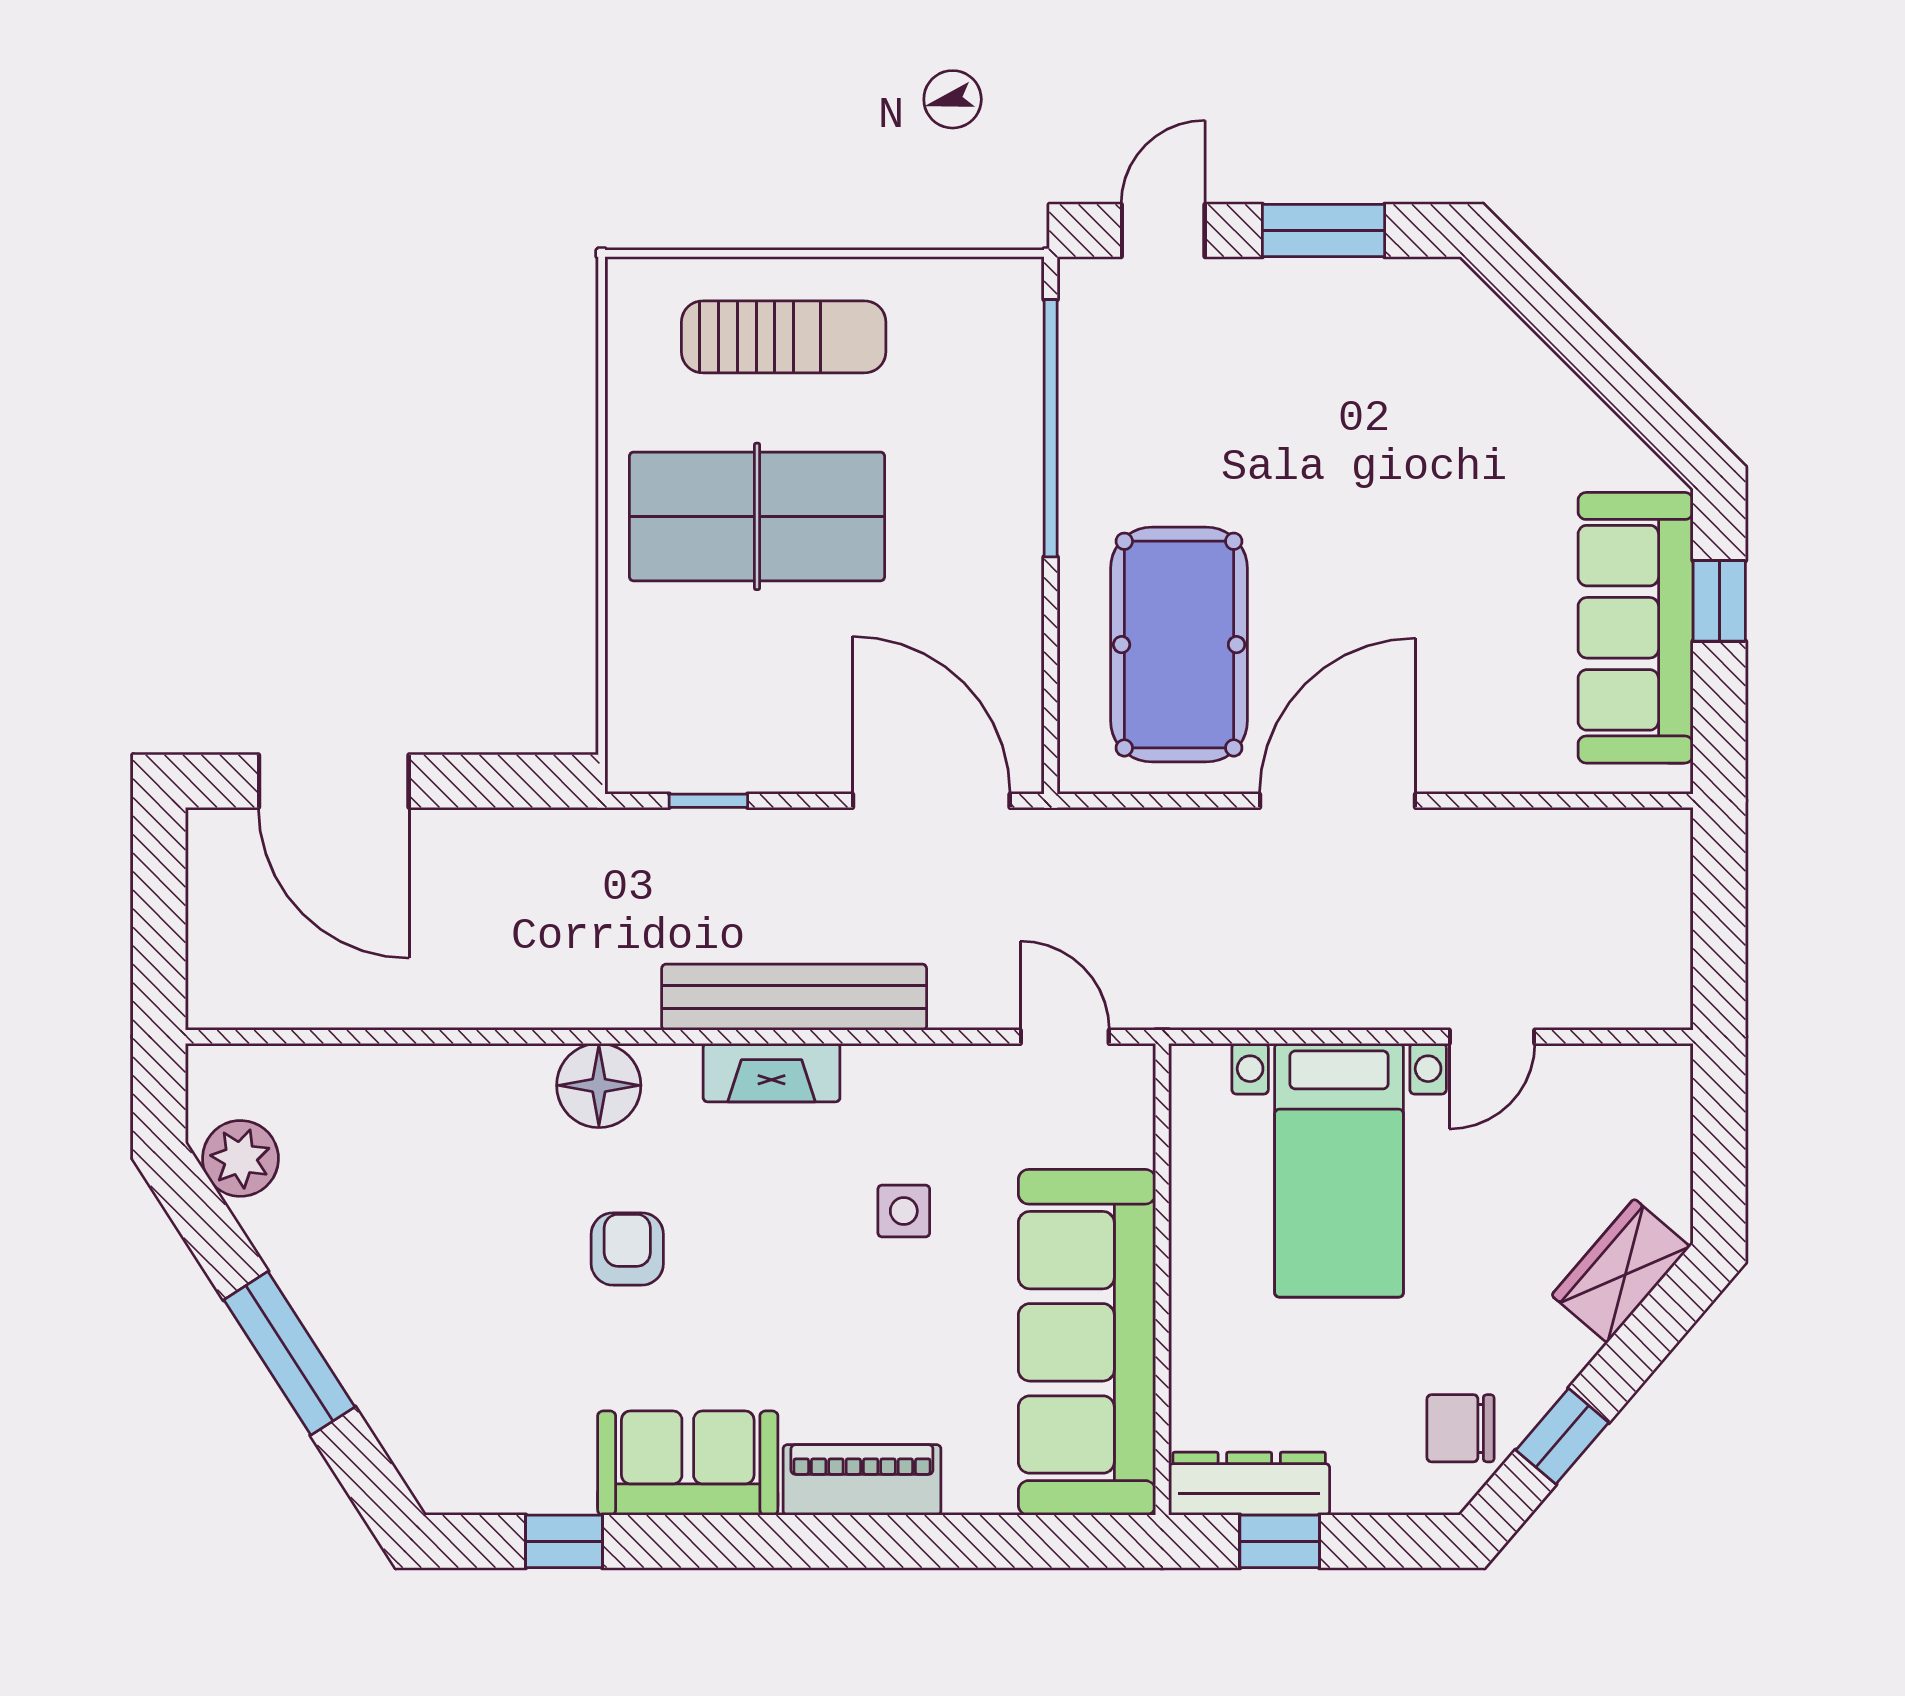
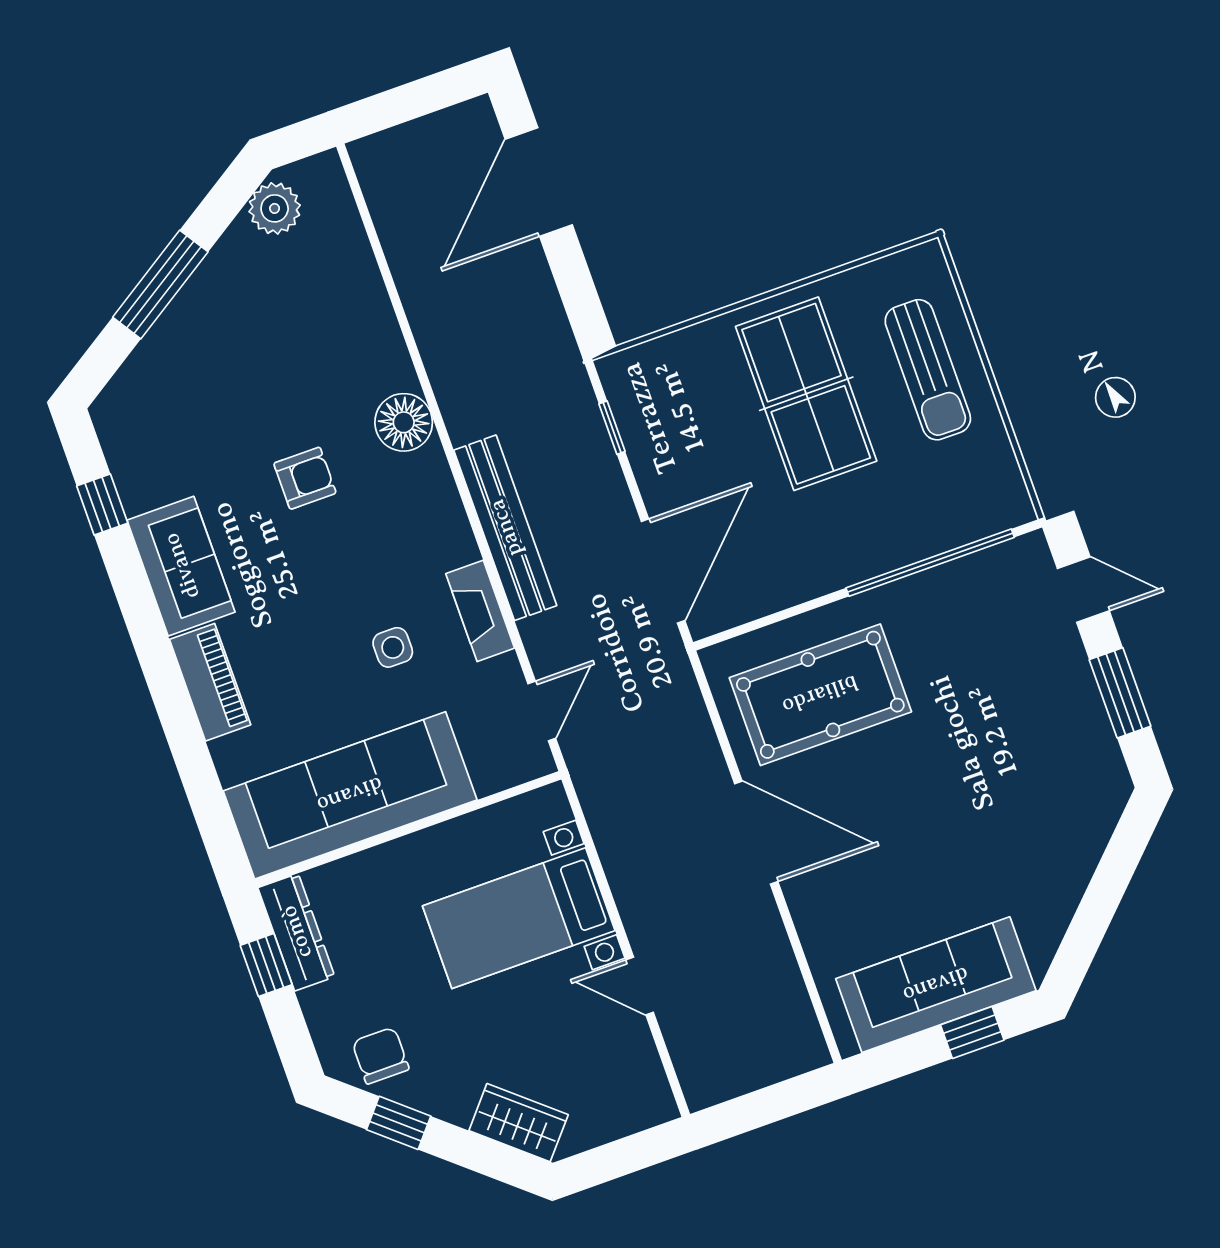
fireplace: (772, 1073) -> (480, 611), moved

